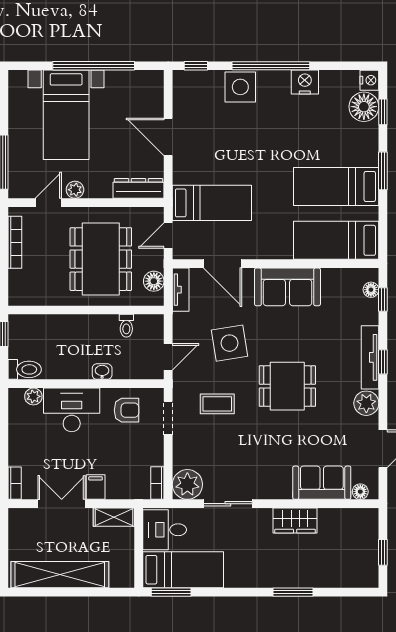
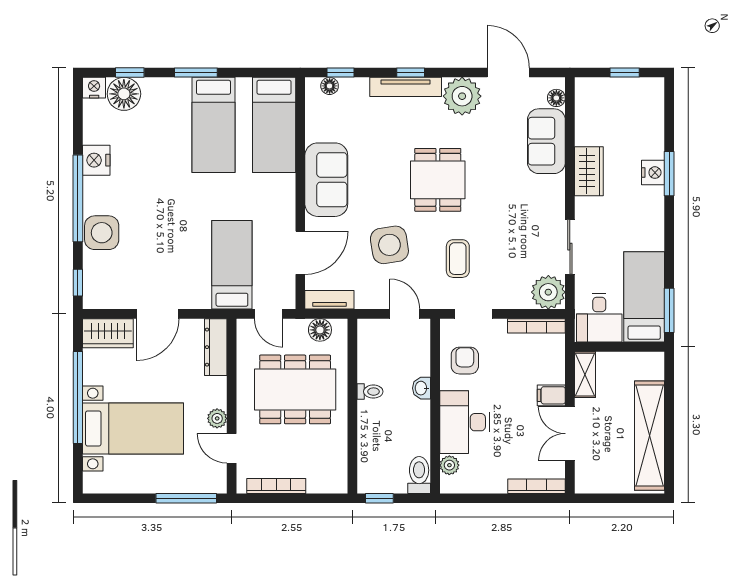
wardrobe: (151, 92) -> (108, 333), added
toilet: (126, 326) -> (370, 392), moved
plant: (366, 403) -> (462, 96), width x1.36, depth x1.36
bookcase: (15, 483) -> (536, 486), width x1.56
bookcase: (157, 483) -> (536, 326), width x1.56
nightstand: (294, 578) -> (653, 173), added

